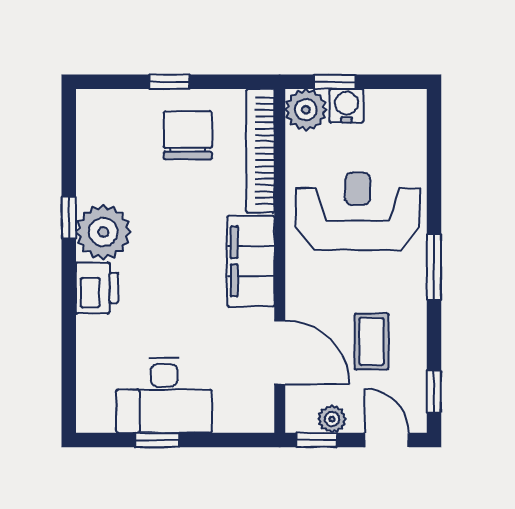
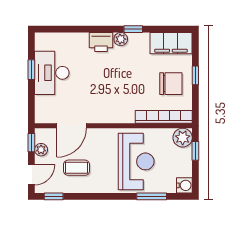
water cooler: (346, 106) -> (184, 185), moved
plant: (103, 232) -> (121, 39), width x0.53, depth x0.53
filing cabinet: (251, 261) -> (171, 43), moved, turned 180
window: (434, 267) -> (152, 196), moved

